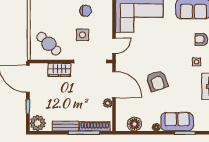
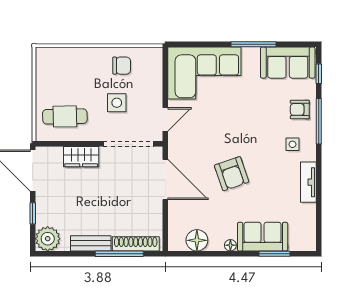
cafe table: (49, 44) -> (65, 116), turned -44
plant: (108, 103) -> (156, 208), removed

